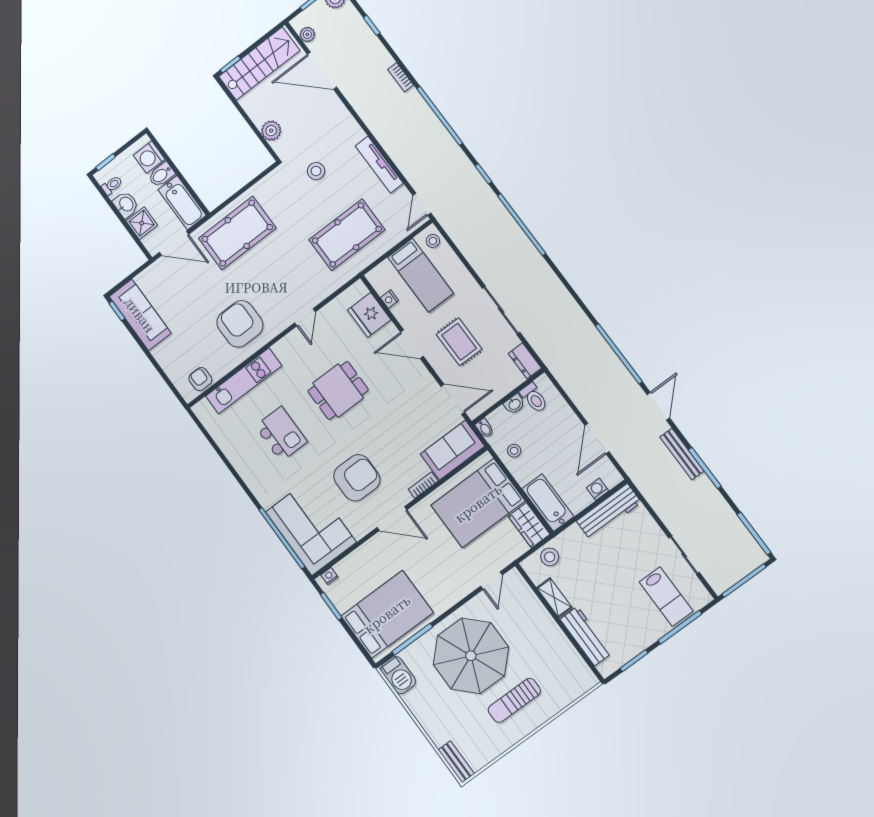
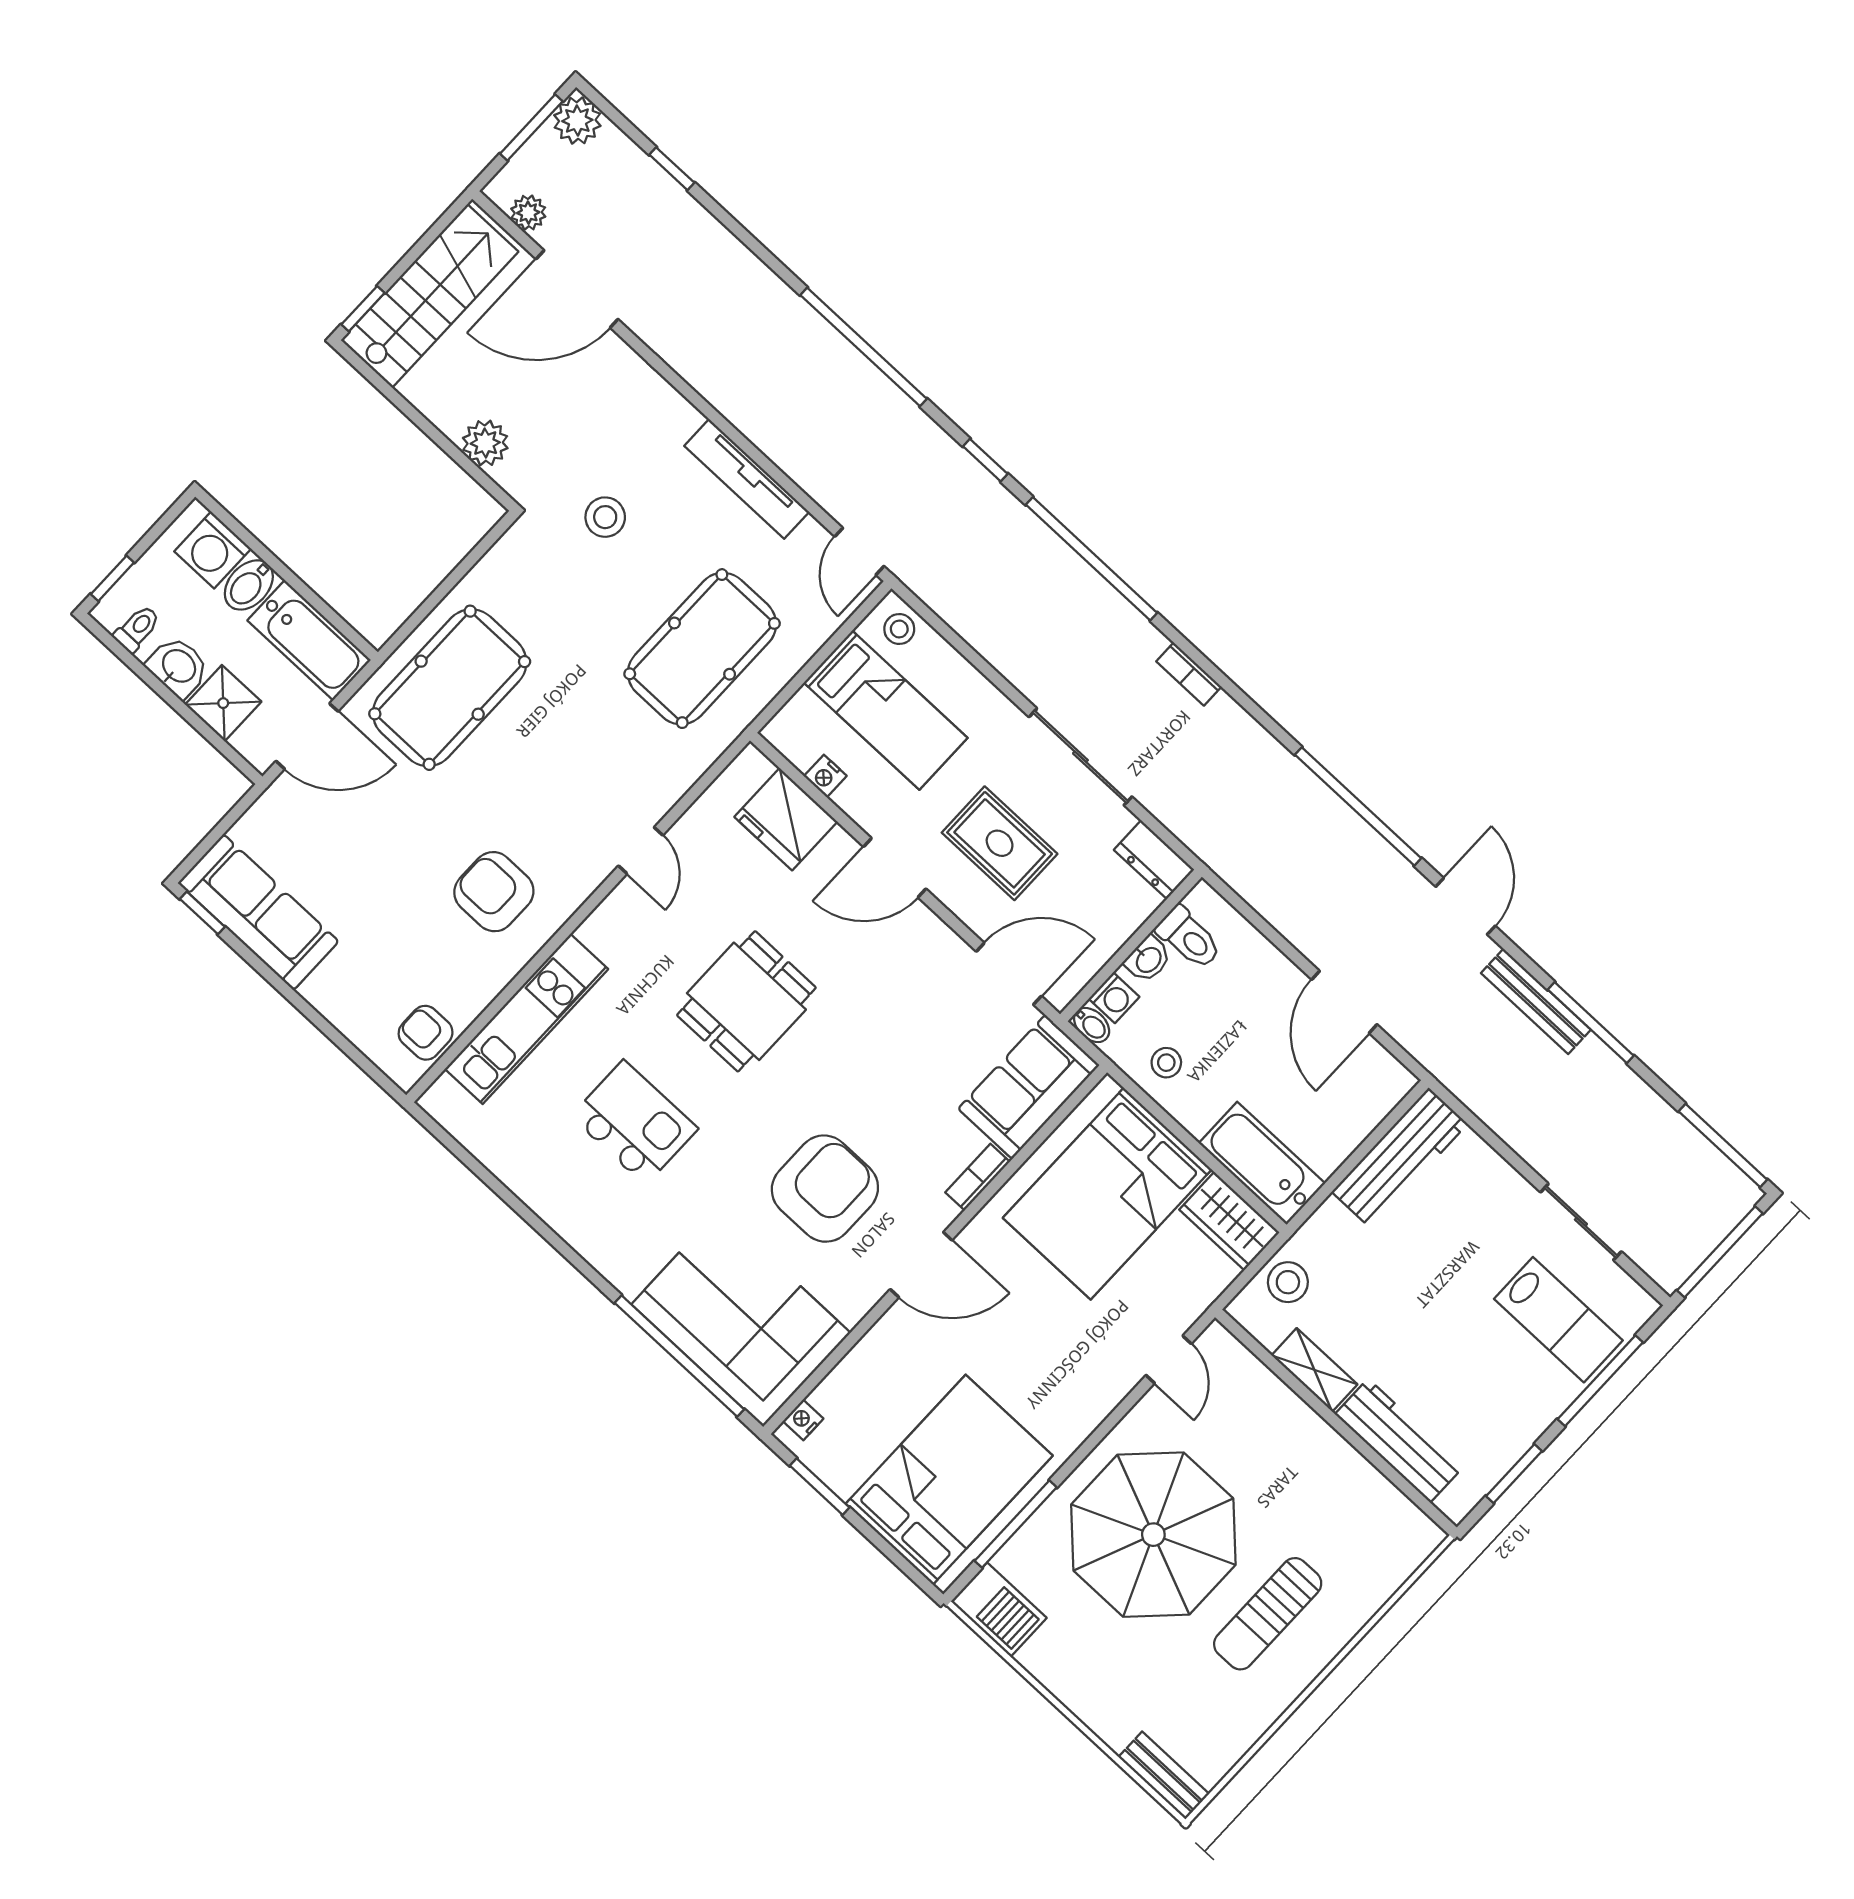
bookcase: (401, 77) -> (1189, 674), moved
armchair: (240, 324) -> (494, 892), width x0.73, depth x0.73
washing machine: (597, 489) -> (1114, 998), moved, turned 180

